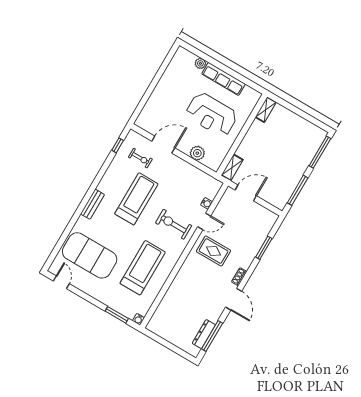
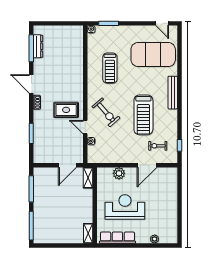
row of seats: (224, 79) -> (117, 238), moved
bench: (92, 204) -> (173, 93), width x1.36
door: (204, 221) -> (85, 127), hinge flipped
exercise bike: (174, 224) -> (106, 112), turned 49
treadmill: (143, 268) -> (110, 68), width x0.73, depth x0.73

